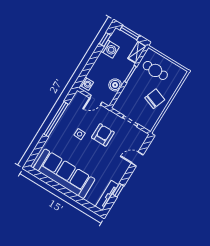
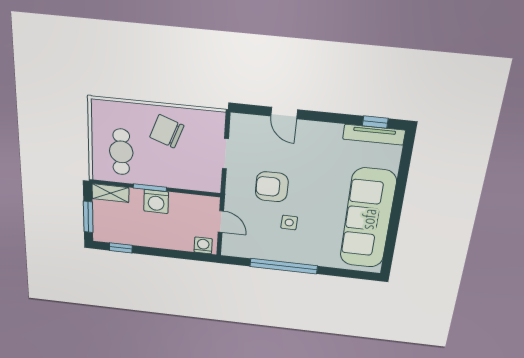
washing machine: (110, 49) -> (156, 201), moved, turned 180
boiler: (115, 85) -> (181, 203), removed
window: (118, 190) -> (375, 122), moved

